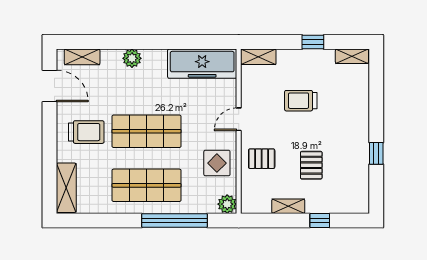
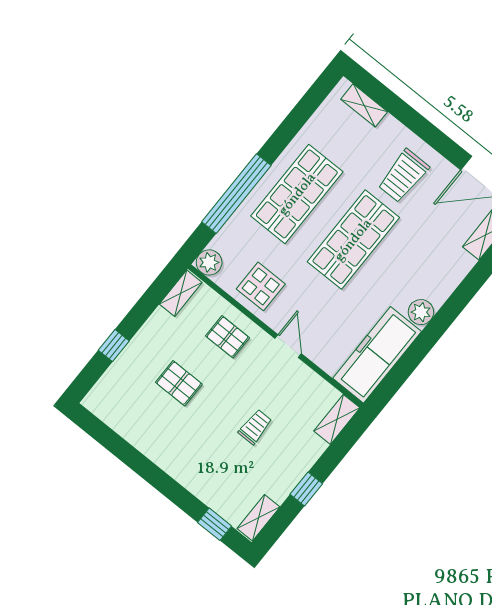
plant: (132, 58) -> (421, 312), moved
trolley: (301, 101) -> (255, 427), width x0.73, depth x0.72
window: (376, 153) -> (215, 524), moved
pallet: (262, 159) -> (228, 337), turned 90
shelving: (66, 188) -> (364, 105), width x0.67, depth x0.75
shelving: (288, 206) -> (181, 293), moved

